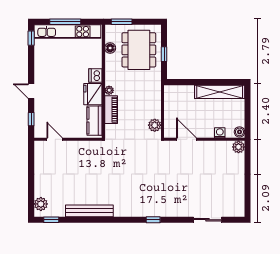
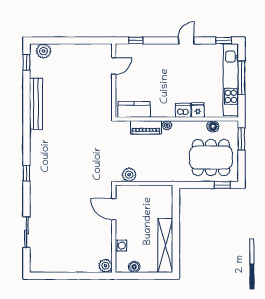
window: (164, 54) -> (222, 185), moved
door: (31, 91) -> (186, 40), moved
fridge: (93, 94) -> (198, 110), moved, width x0.53, depth x0.75
boiler: (239, 132) -> (134, 267), moved
door: (186, 139) -> (114, 209), swing flipped

